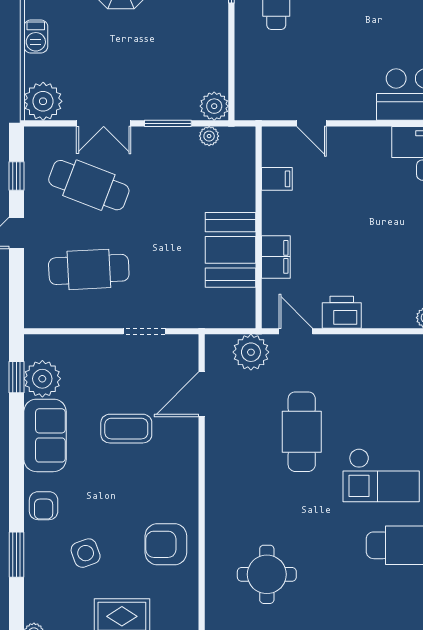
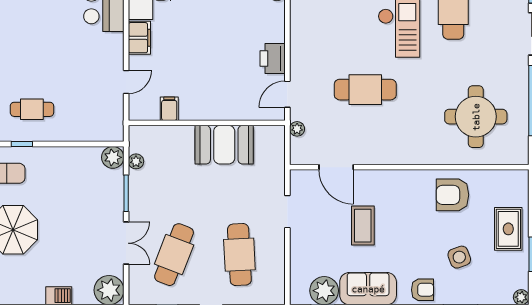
filing cabinet: (276, 257) -> (139, 38), moved, turned 90
plant: (251, 352) -> (297, 129), width x0.53, depth x0.53
armchair: (166, 544) -> (452, 195), turned 90
round table: (267, 574) -> (476, 117), width x1.36, depth x1.36

